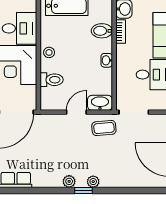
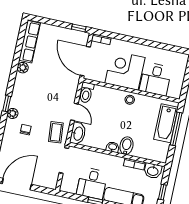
bidet: (102, 31) -> (126, 146), moved
toilet: (52, 80) -> (86, 93), moved
chair: (108, 163) -> (26, 130), added
plant: (69, 181) -> (23, 68), moved

